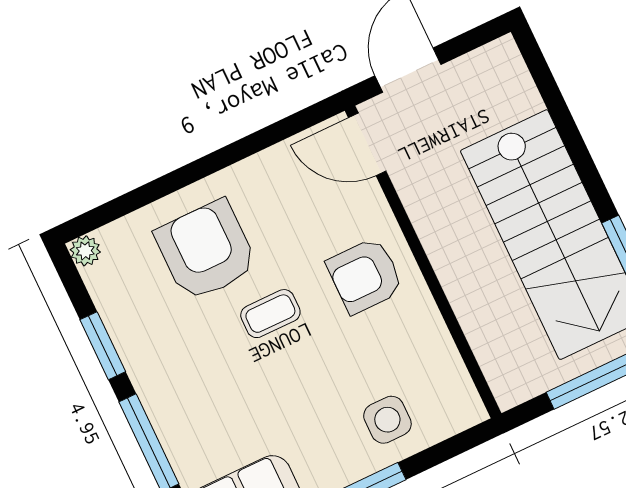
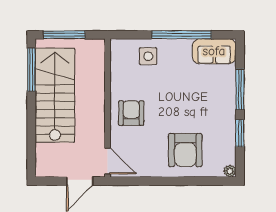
armchair: (365, 276) -> (131, 113), turned -90
coffee table: (270, 314) -> (173, 116), removed

